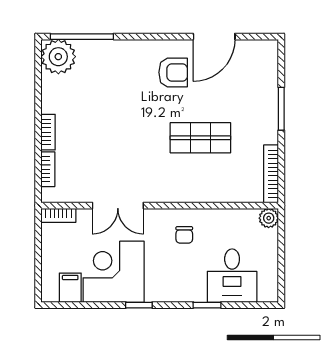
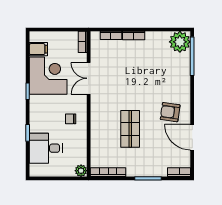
bookcase: (271, 58) -> (179, 172), added
armchair: (173, 72) -> (170, 112), turned 98

